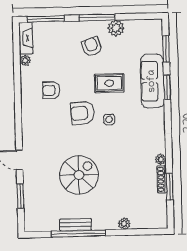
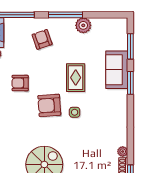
armchair: (92, 47) -> (42, 39), moved
sofa: (152, 81) -> (117, 70), width x0.73
rug: (109, 83) -> (76, 78), turned 90

